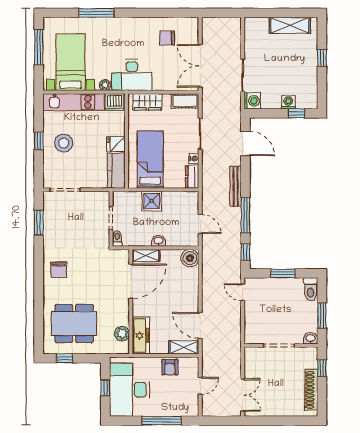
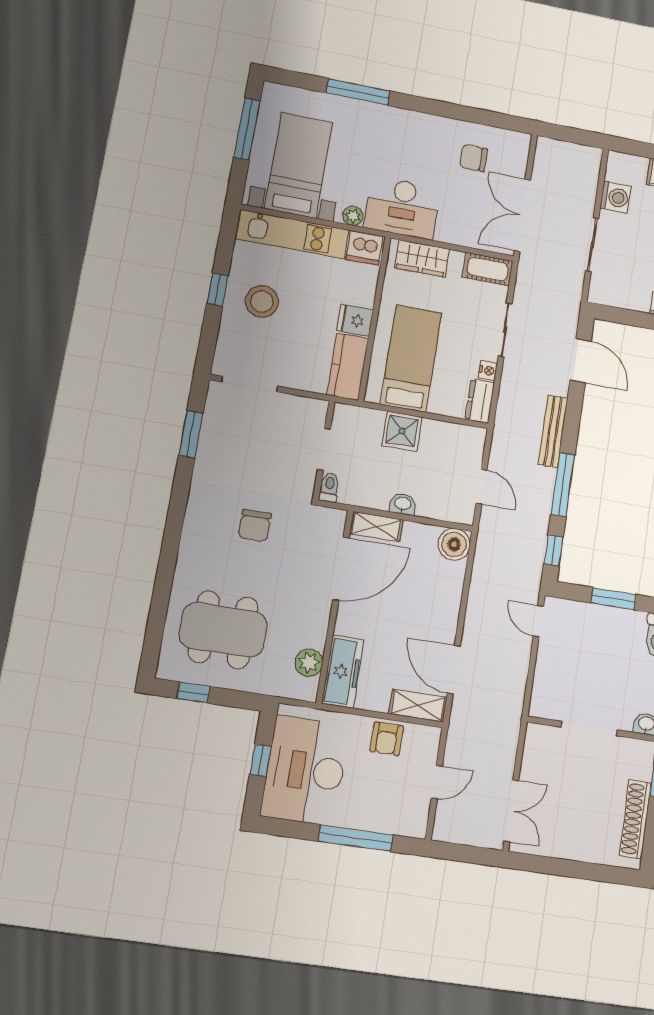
washing machine: (252, 101) -> (616, 197), moved
chair: (59, 270) -> (255, 526), moved

